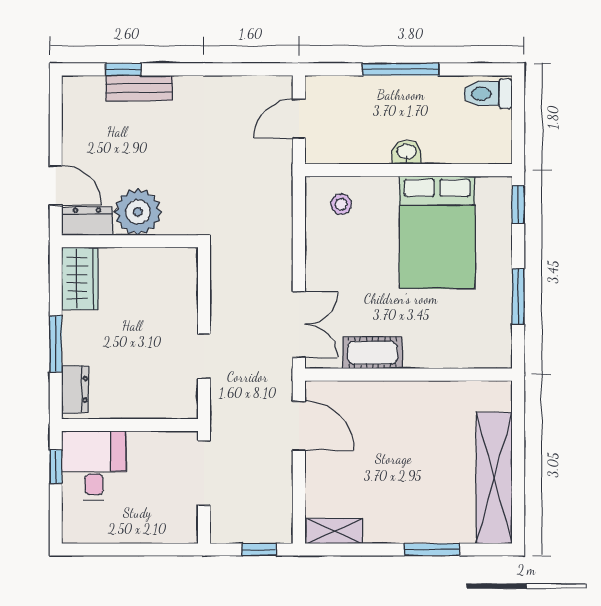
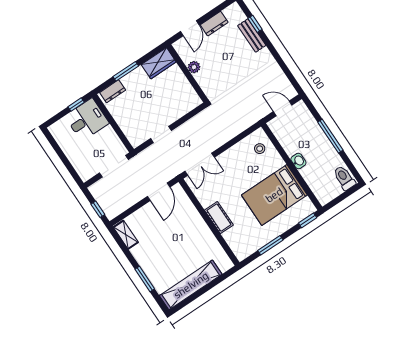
plant: (138, 212) -> (194, 67), width x0.53, depth x0.53
dresser: (87, 221) -> (214, 24), moved, turned 90
cot: (372, 353) -> (219, 218), moved

